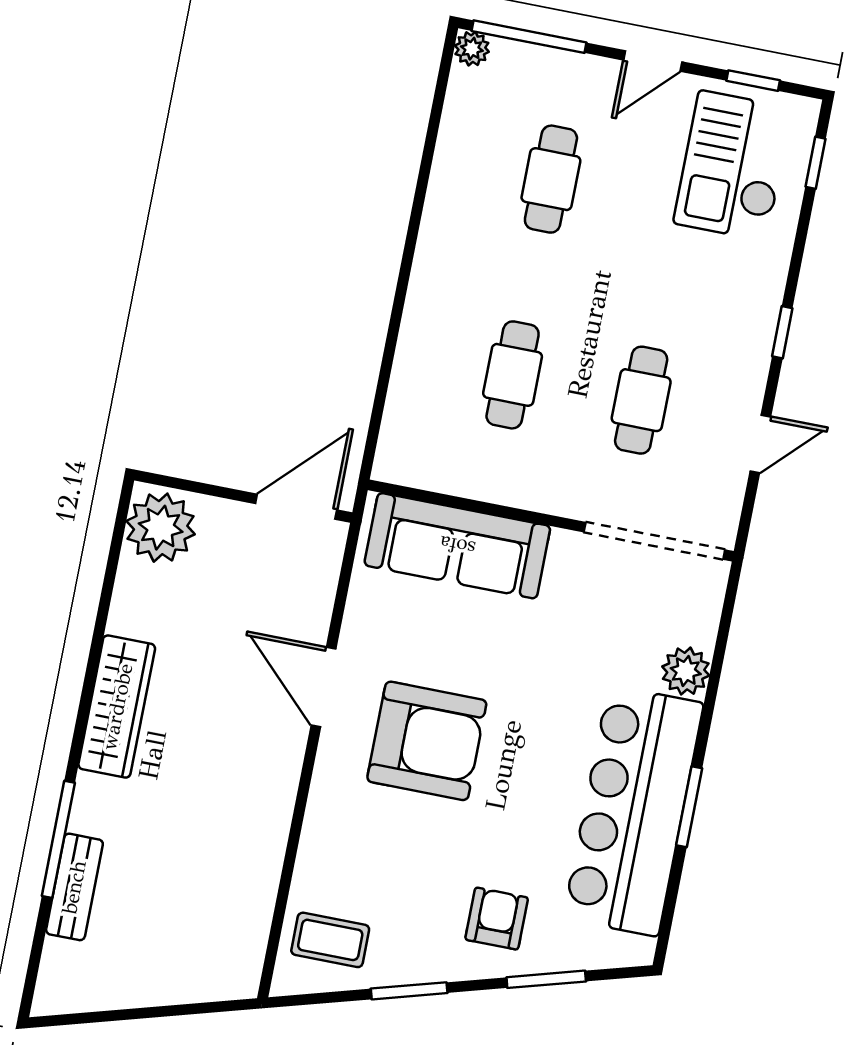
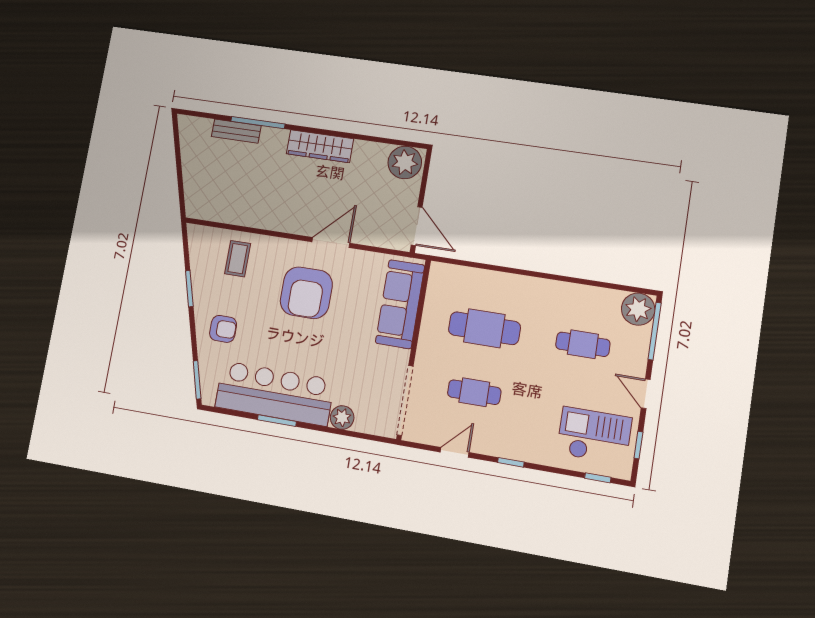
plant: (472, 49) -> (638, 309), width x1.87, depth x1.87
cafe table: (513, 375) -> (484, 328), width x1.37, depth x1.35
door: (760, 444) -> (455, 452), swing flipped
coffee table: (330, 940) -> (238, 259), moved
window: (546, 979) -> (197, 380), moved

